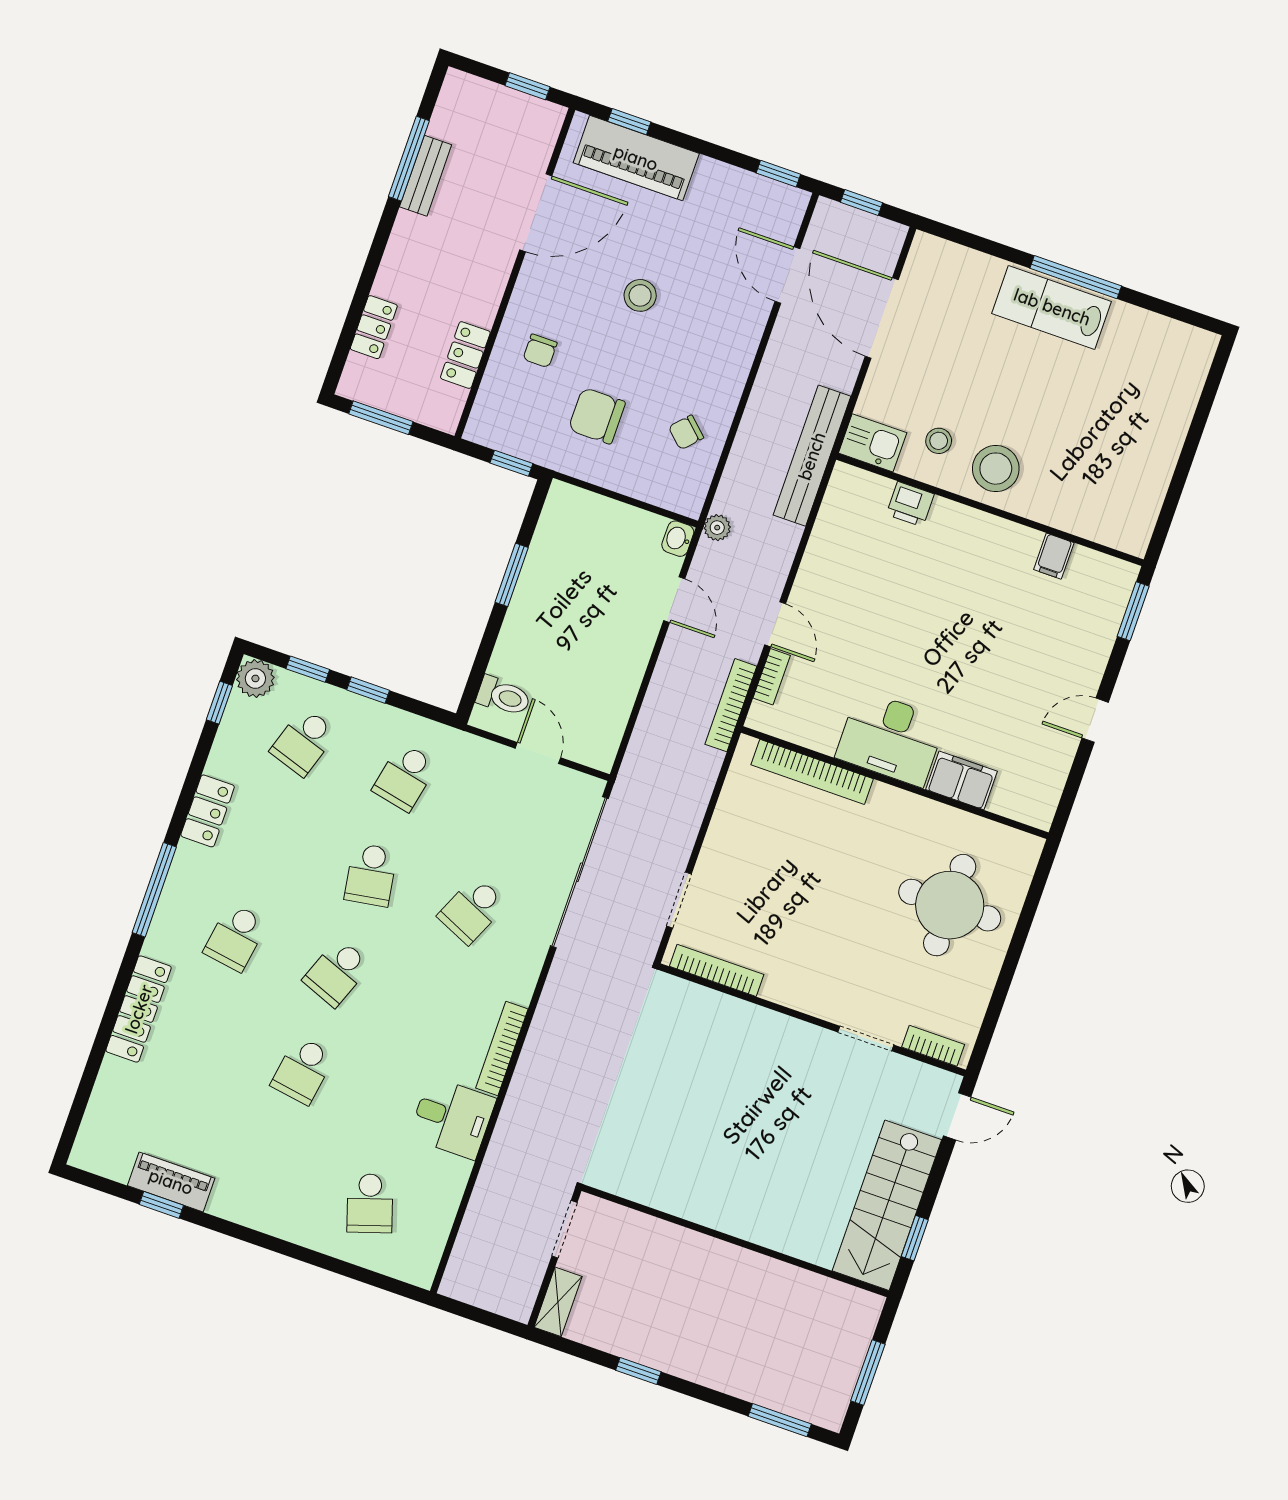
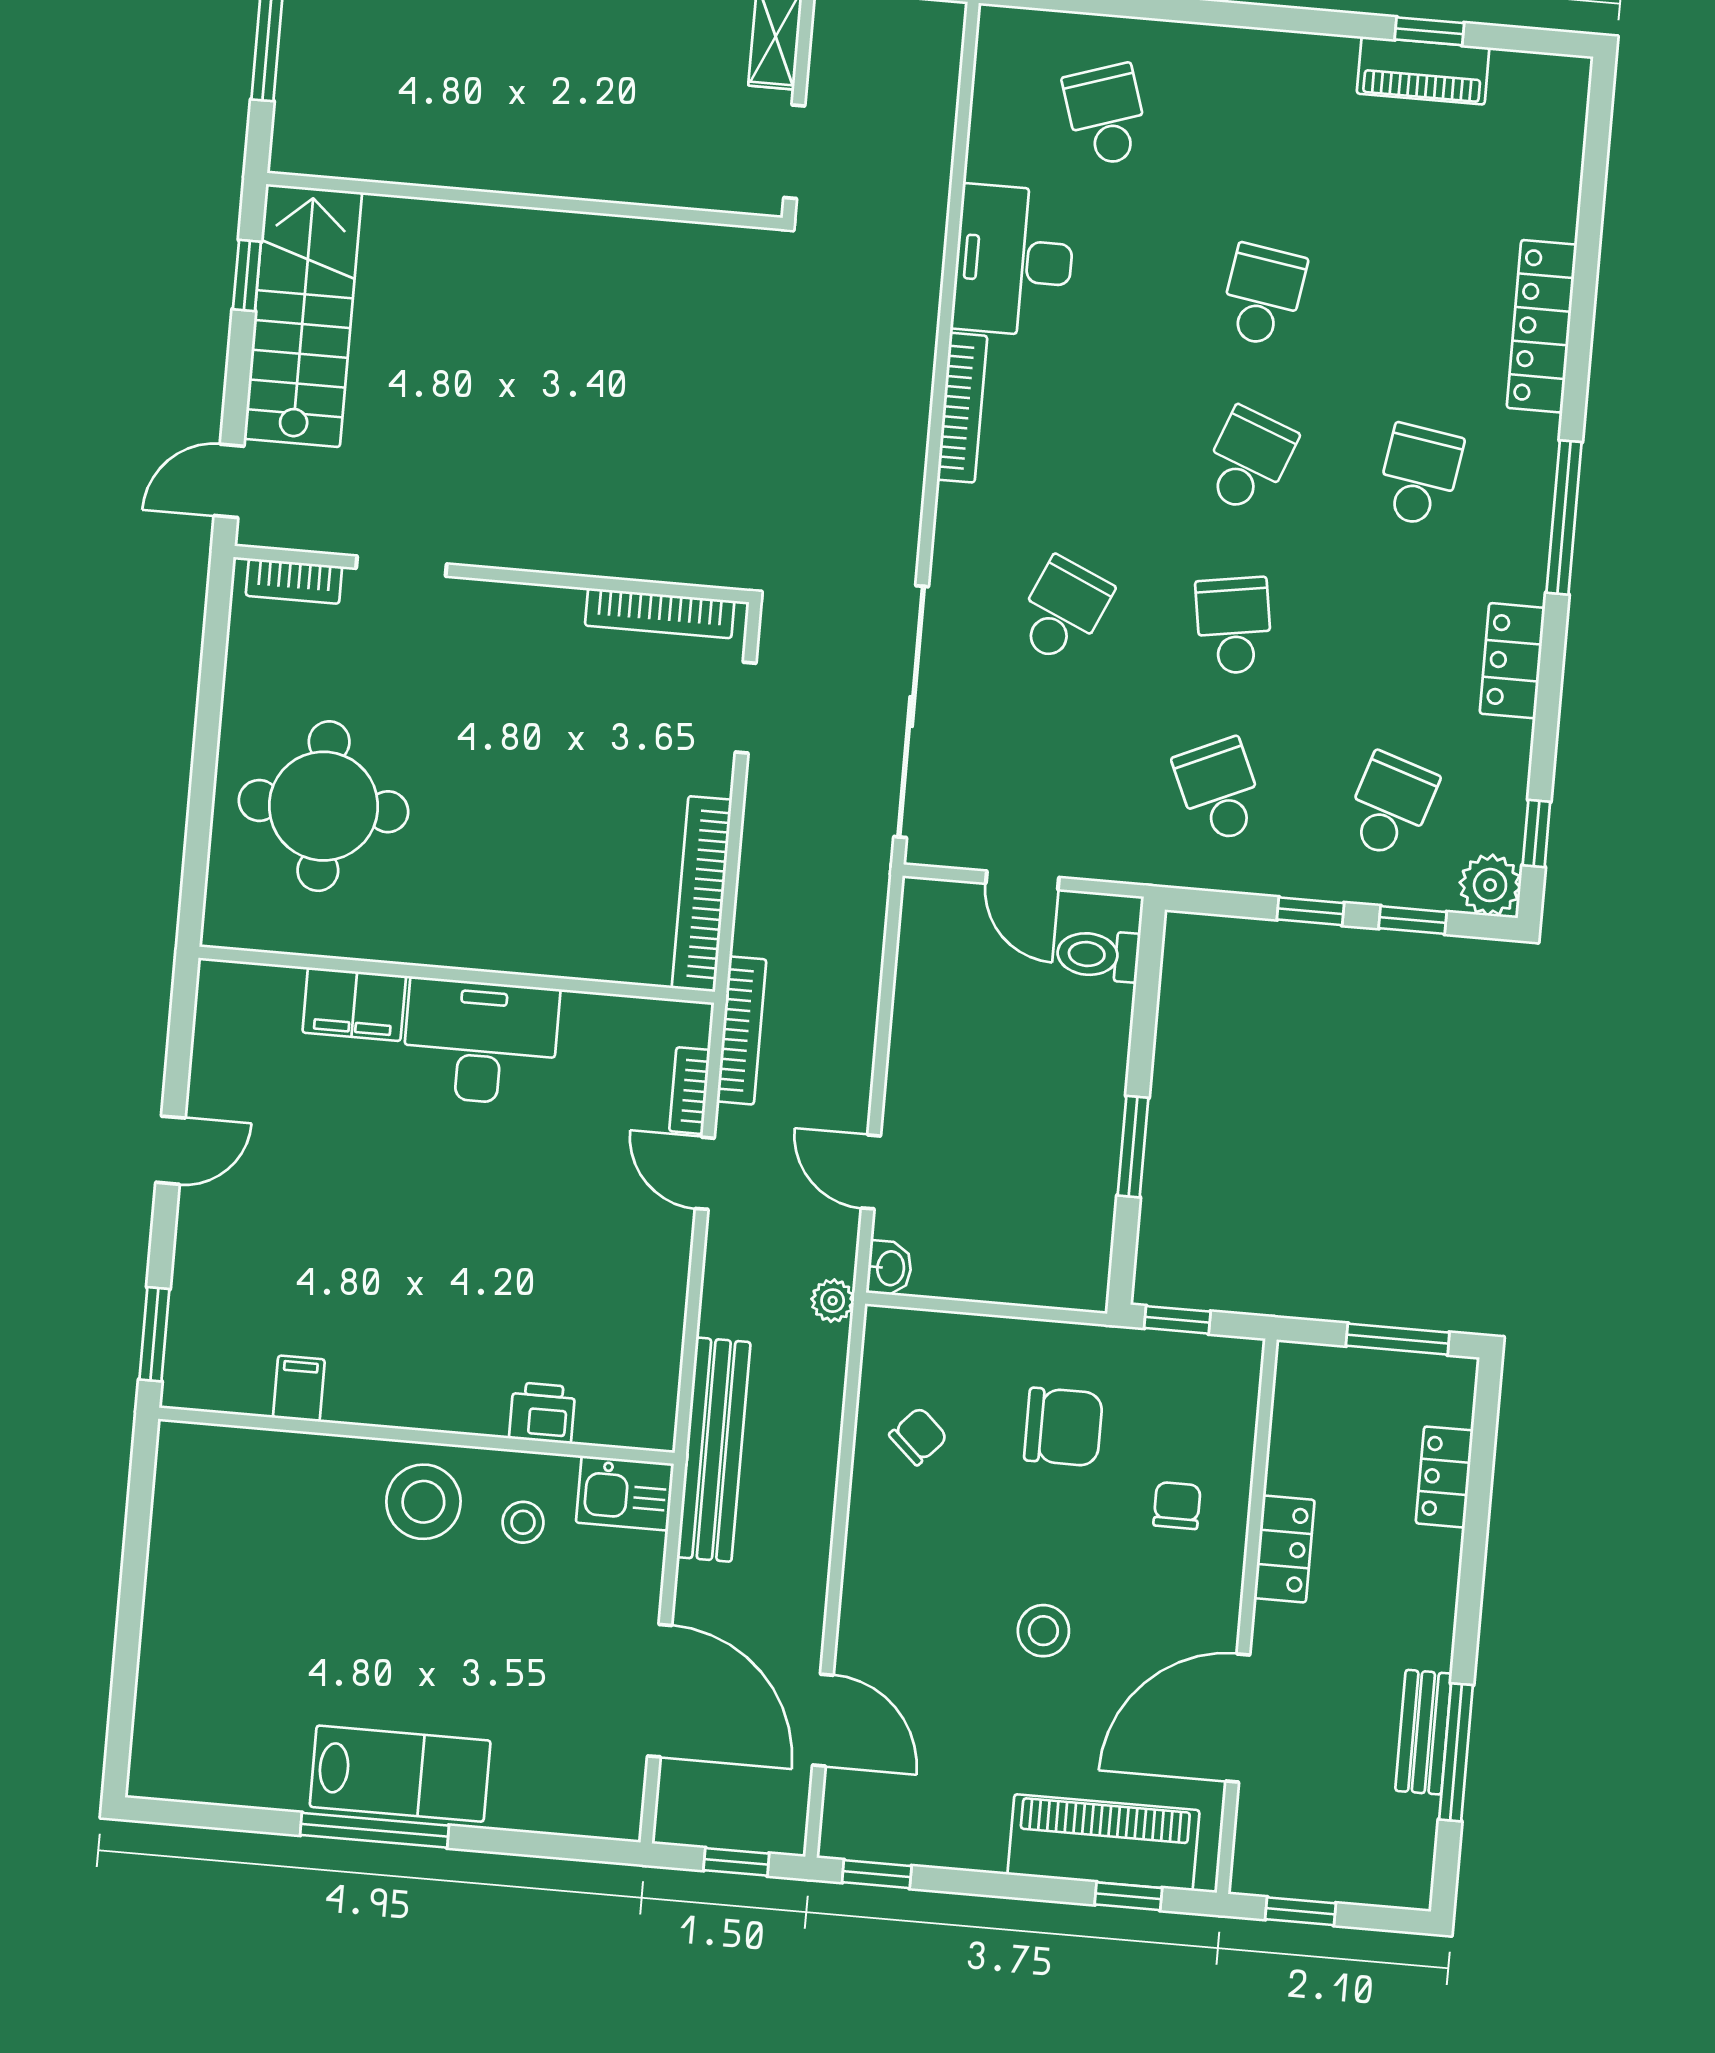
locker: (465, 355) -> (1284, 1549), moved
bookcase: (812, 772) -> (702, 894), moved, turned -90
school desk: (405, 777) -> (1219, 791), turned -36
desk: (452, 1118) -> (1014, 261), width x1.37

